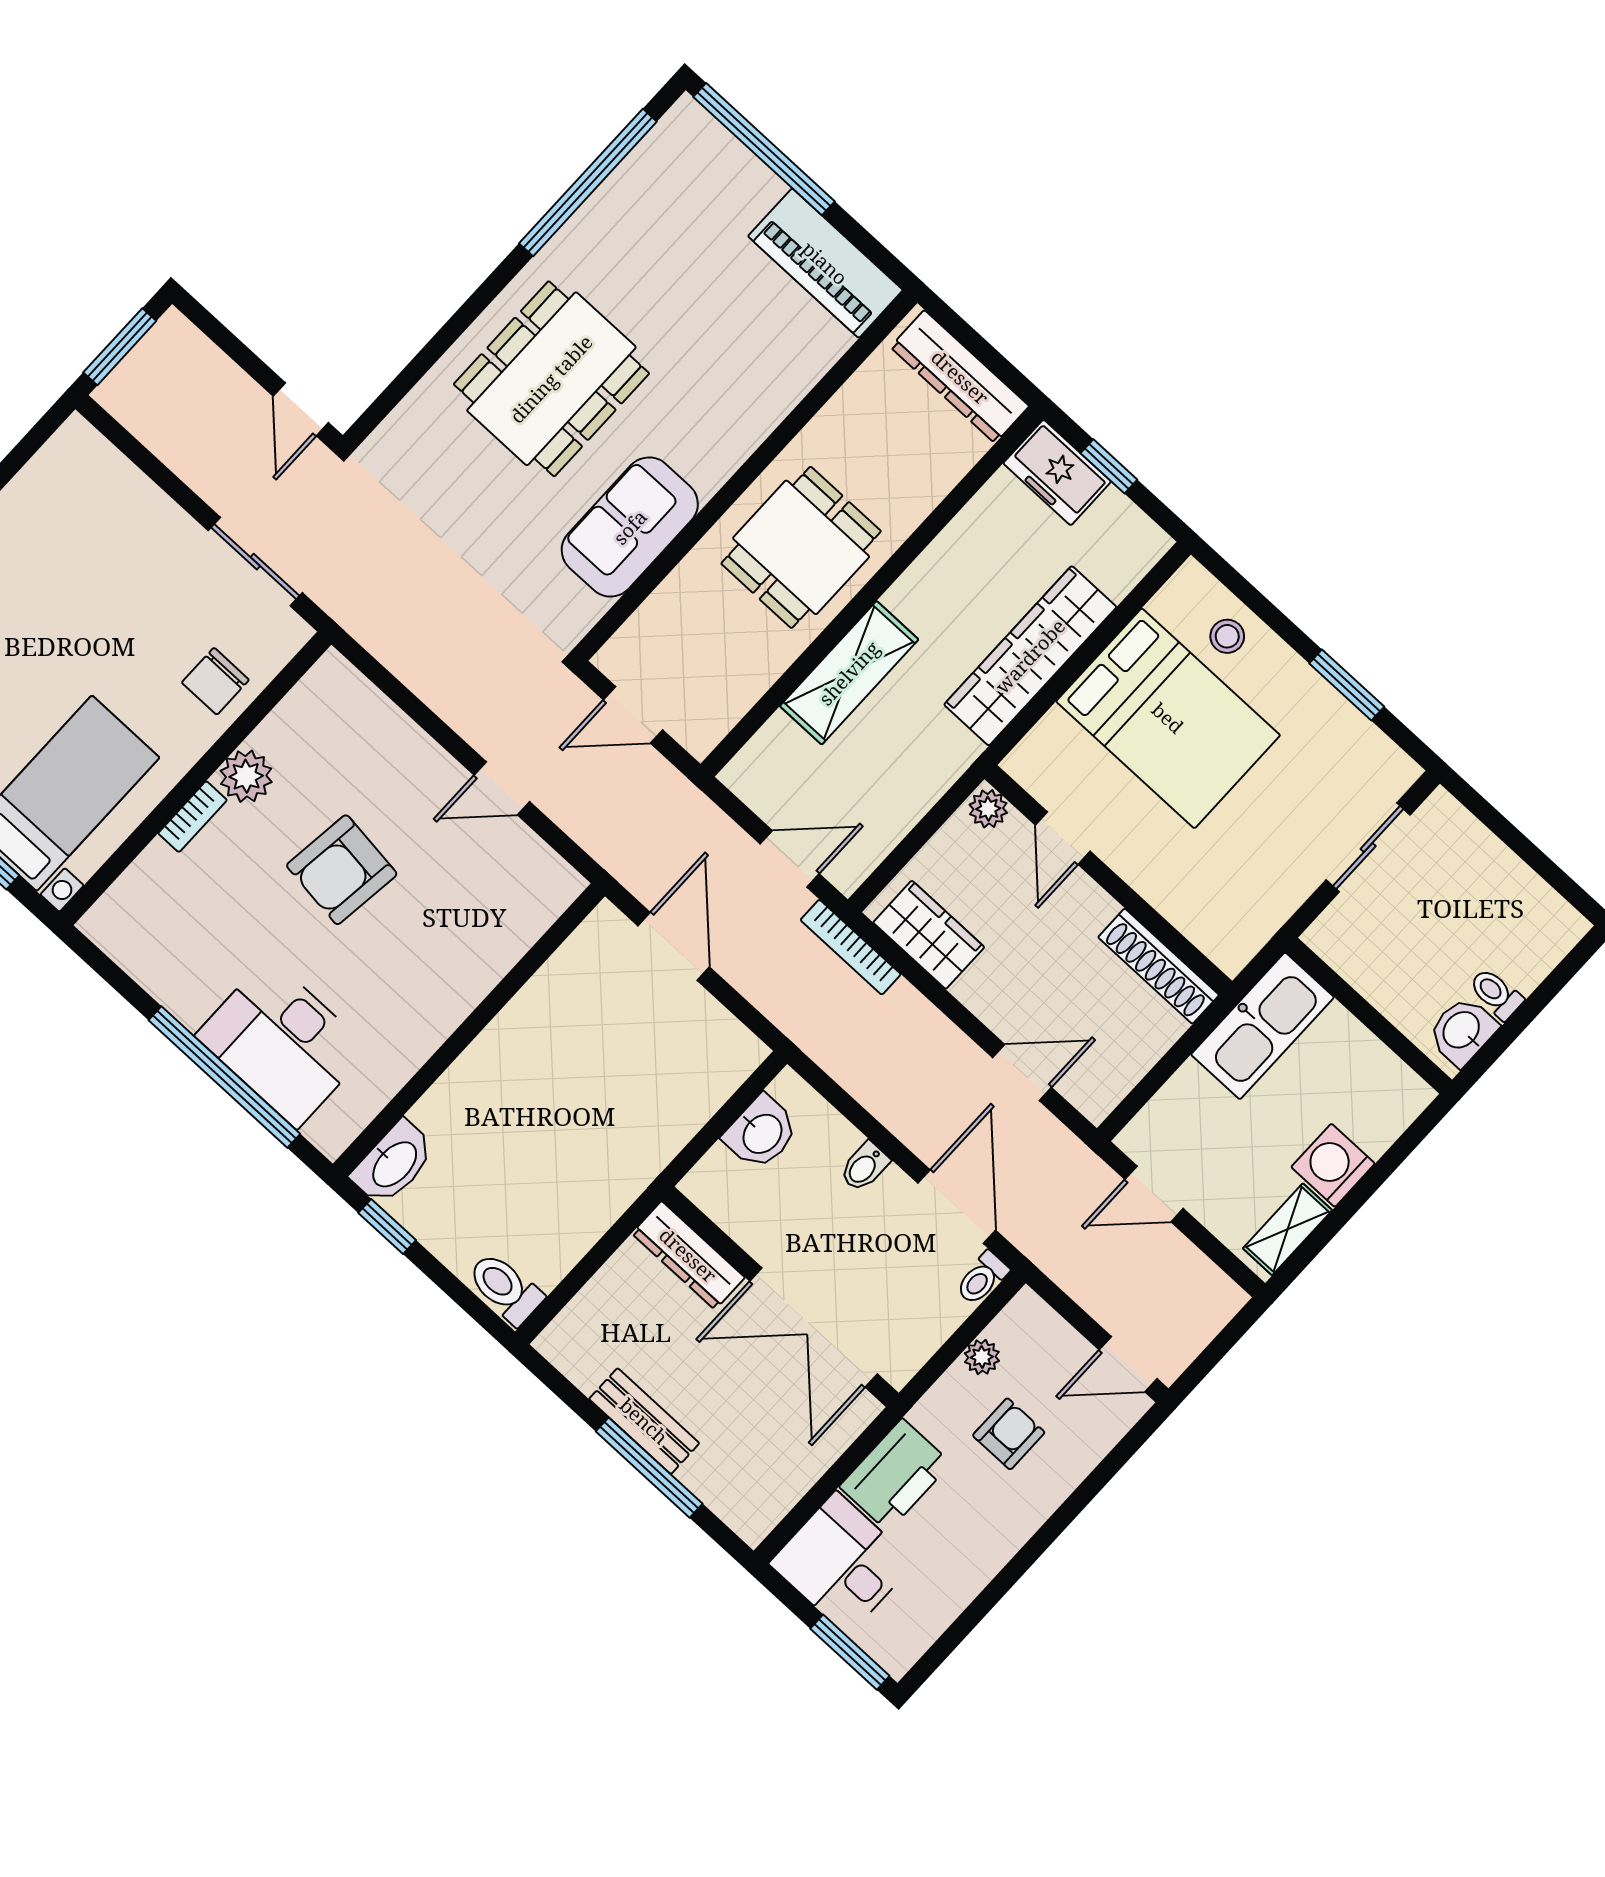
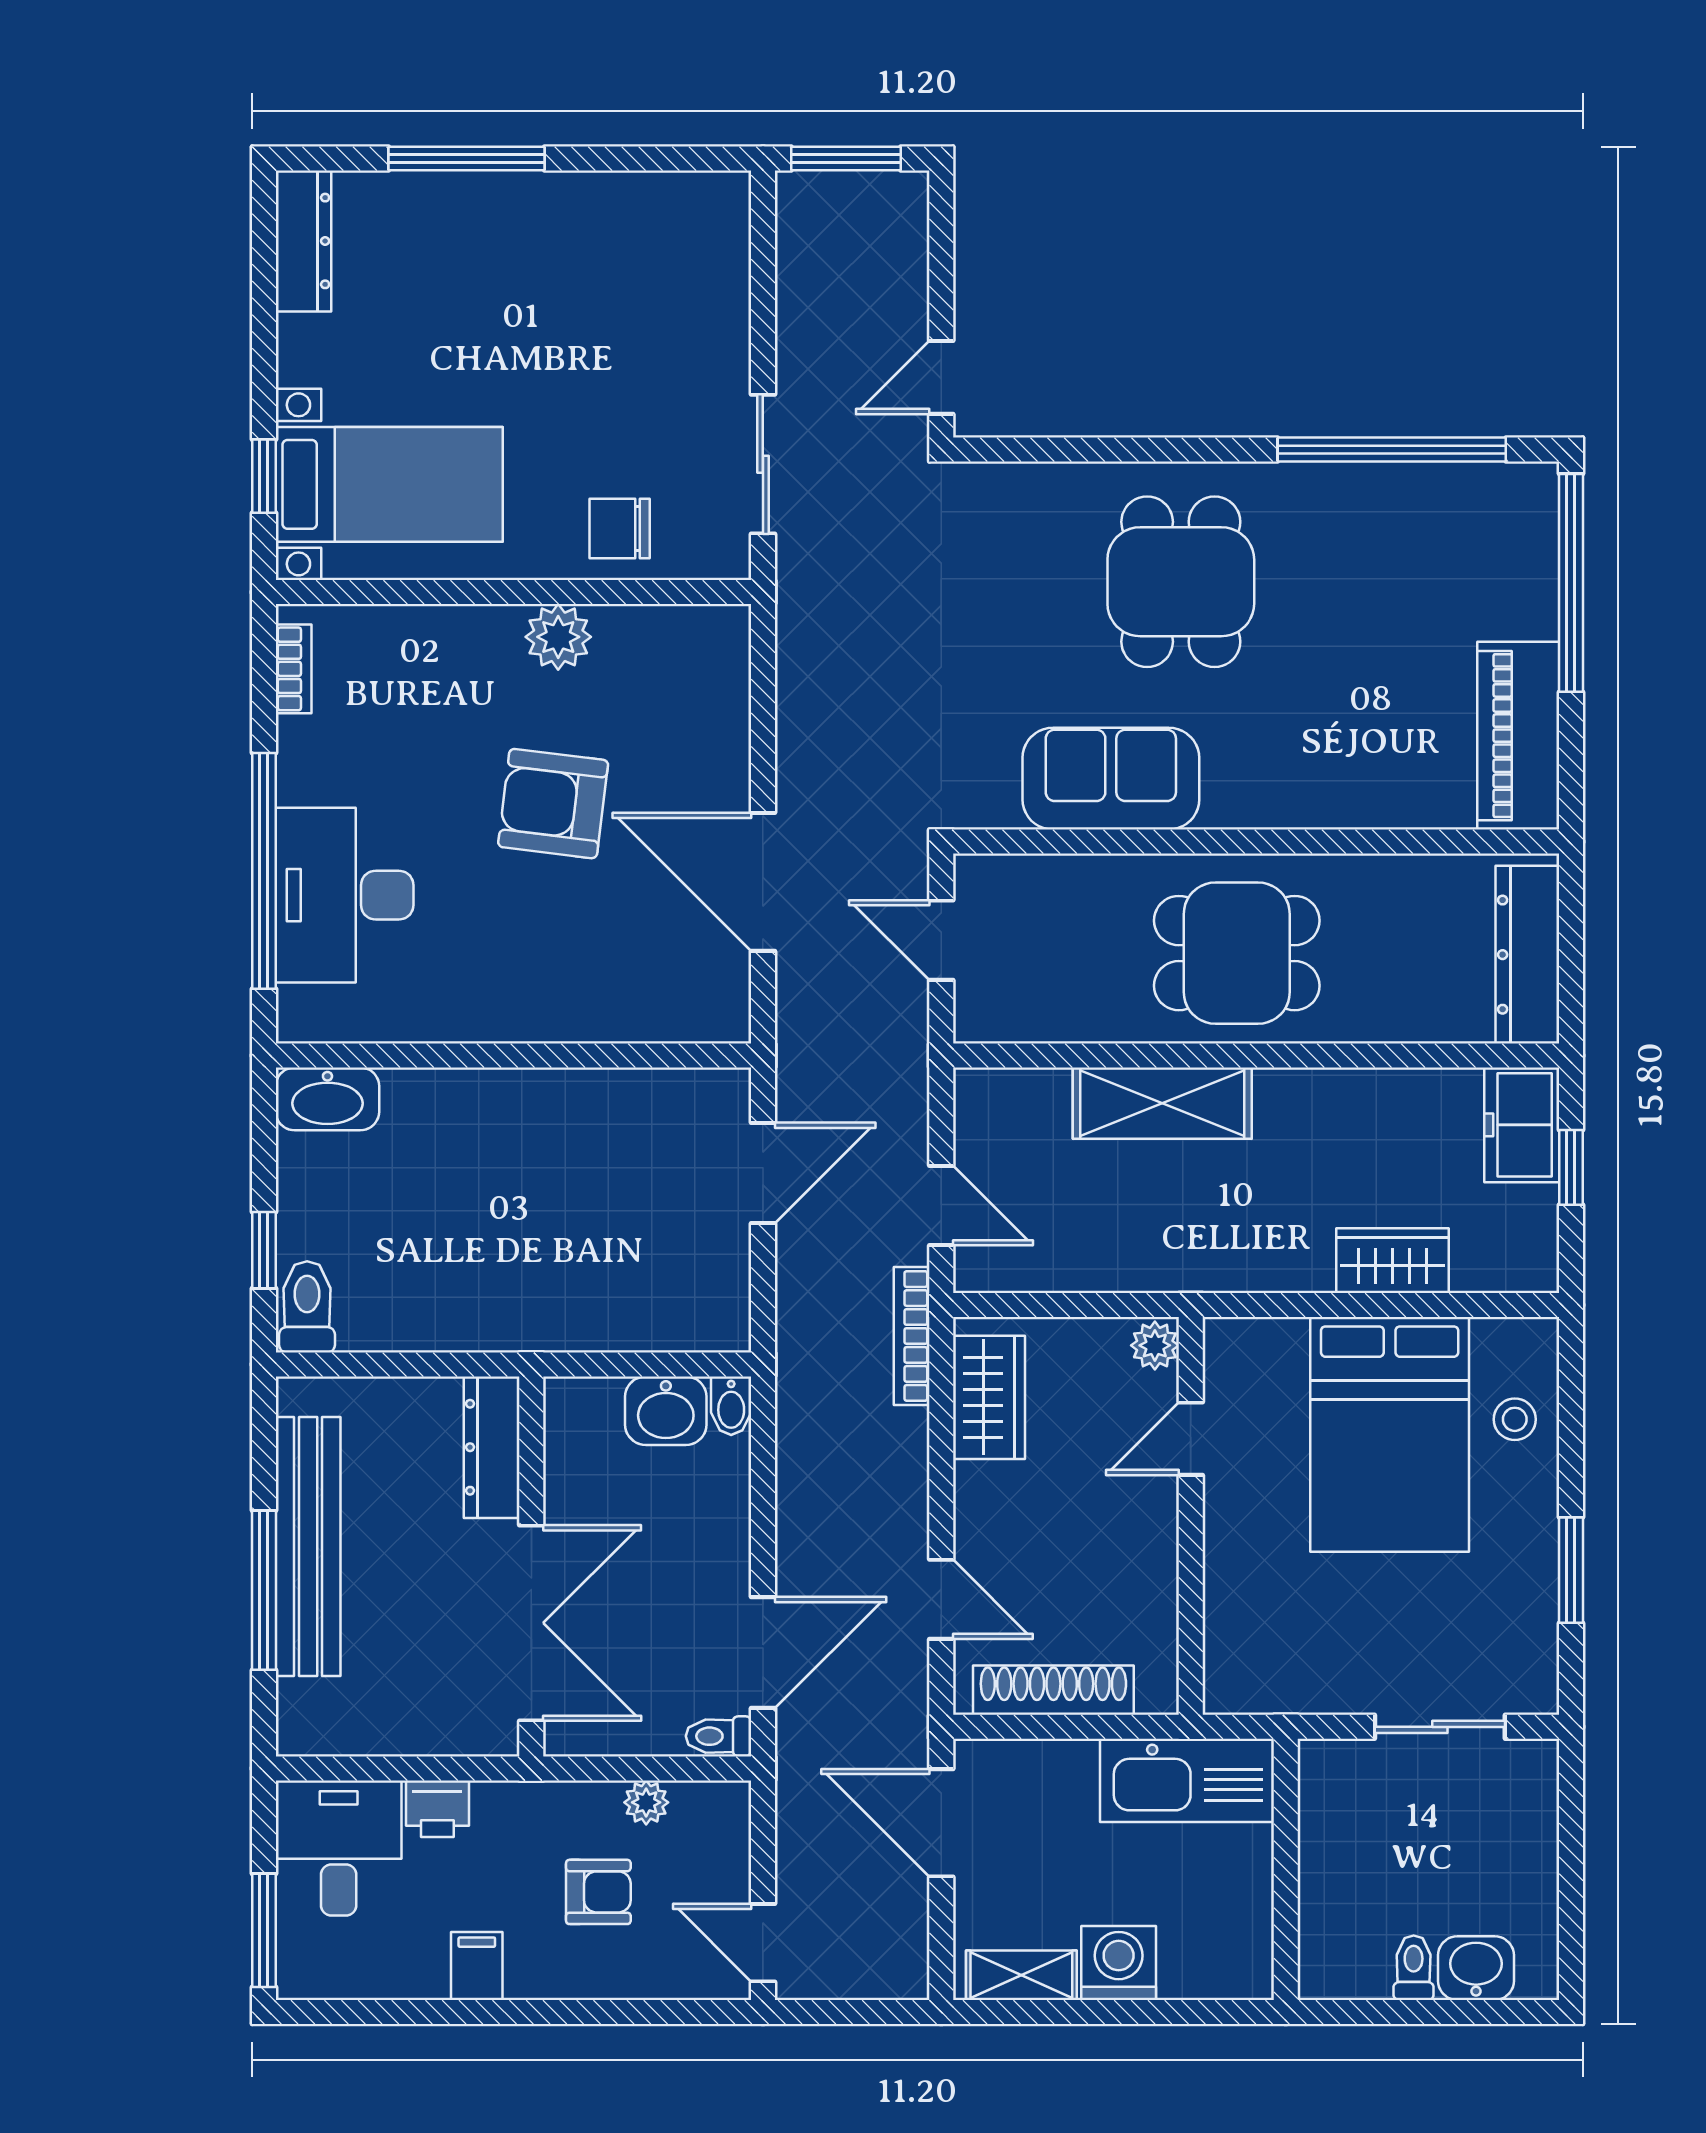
dining table: (551, 379) -> (1181, 582), width x0.73
wardrobe: (1030, 656) -> (1392, 1261), width x0.48, depth x0.85
door: (502, 788) -> (763, 882), width x1.87
bookcase: (193, 817) -> (294, 669), moved, turned -90
shoe rack: (1159, 966) -> (1053, 1690), moved, turned 90
washbasin: (1462, 1031) -> (1476, 1968), moved
bidet: (864, 1167) -> (731, 1406), moved, turned -90
door: (1154, 1194) -> (941, 1823), width x1.38
window: (387, 1227) -> (264, 1250), moved
double door: (814, 1327) -> (531, 1623), swing flipped
bench: (644, 1421) -> (308, 1547), width x1.86, depth x1.21
printer: (895, 1475) -> (437, 1809), width x0.53, depth x0.68
filing cabinet: (986, 1546) -> (477, 1966), added

